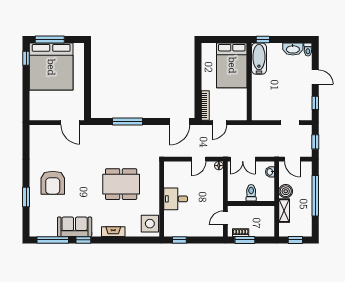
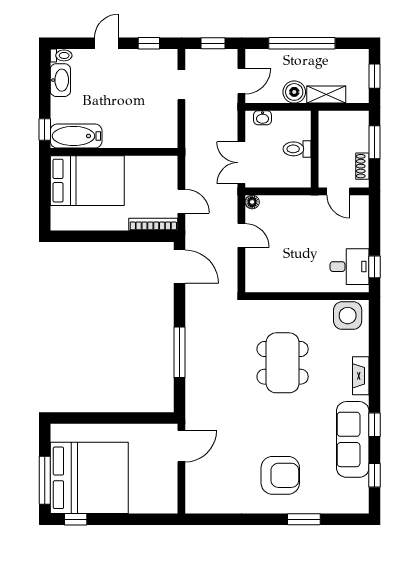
double door: (243, 159) -> (241, 163), swing flipped
desk: (176, 199) -> (350, 267), moved, turned -90
sofa: (75, 227) -> (353, 439), width x1.36
window: (53, 240) -> (375, 475), width x0.46
window: (245, 240) -> (375, 142), moved

